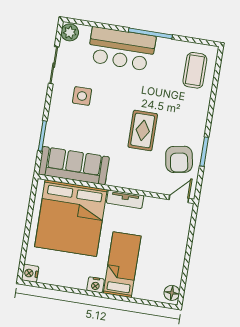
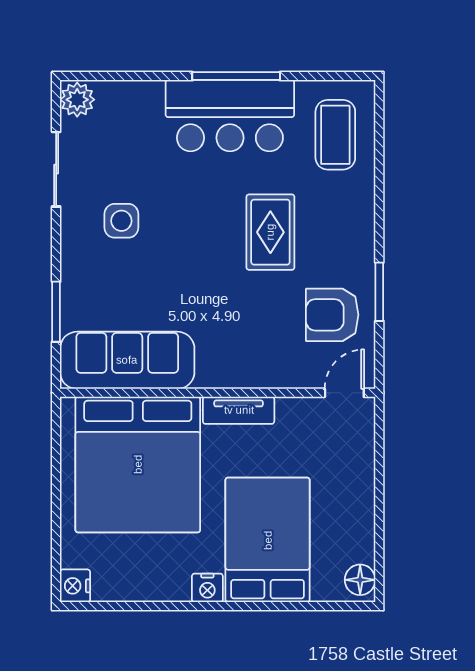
bar counter: (122, 49) -> (230, 116), moved
rug: (143, 130) -> (270, 232), moved
armchair: (179, 159) -> (332, 315), turned 100
bed: (122, 265) -> (268, 540), width x1.50

